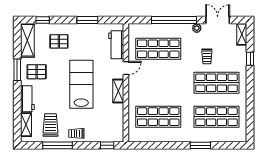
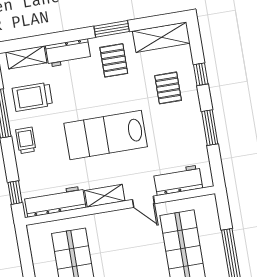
window: (43, 20) -> (201, 74), moved
lab bench: (81, 84) -> (106, 135), turned 180
workbench: (117, 122) -> (55, 202), added
trolley: (51, 125) -> (32, 97), turned 180

